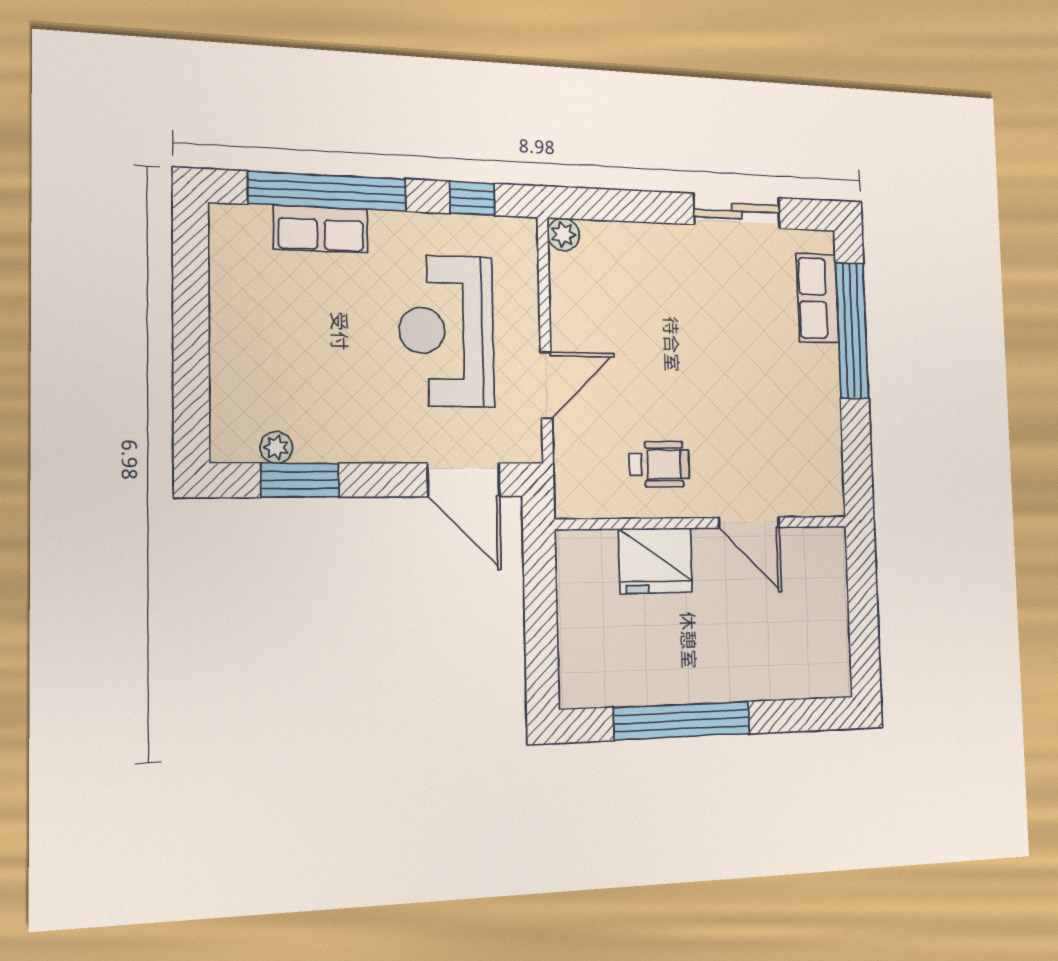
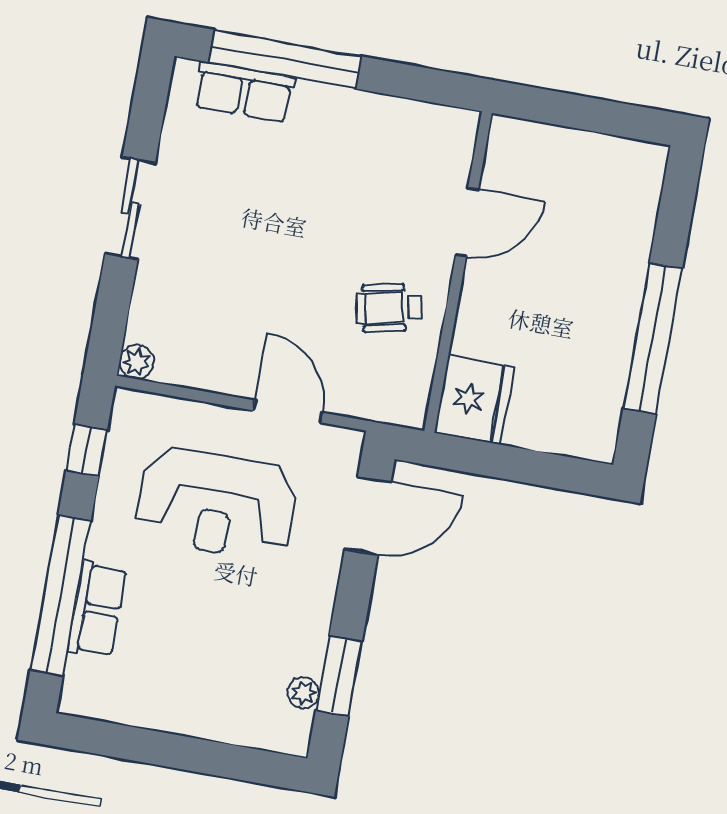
sliding door: (737, 211) -> (130, 208), moved
wheelchair: (659, 464) -> (389, 308), turned -102
fridge: (656, 561) -> (474, 400), moved

